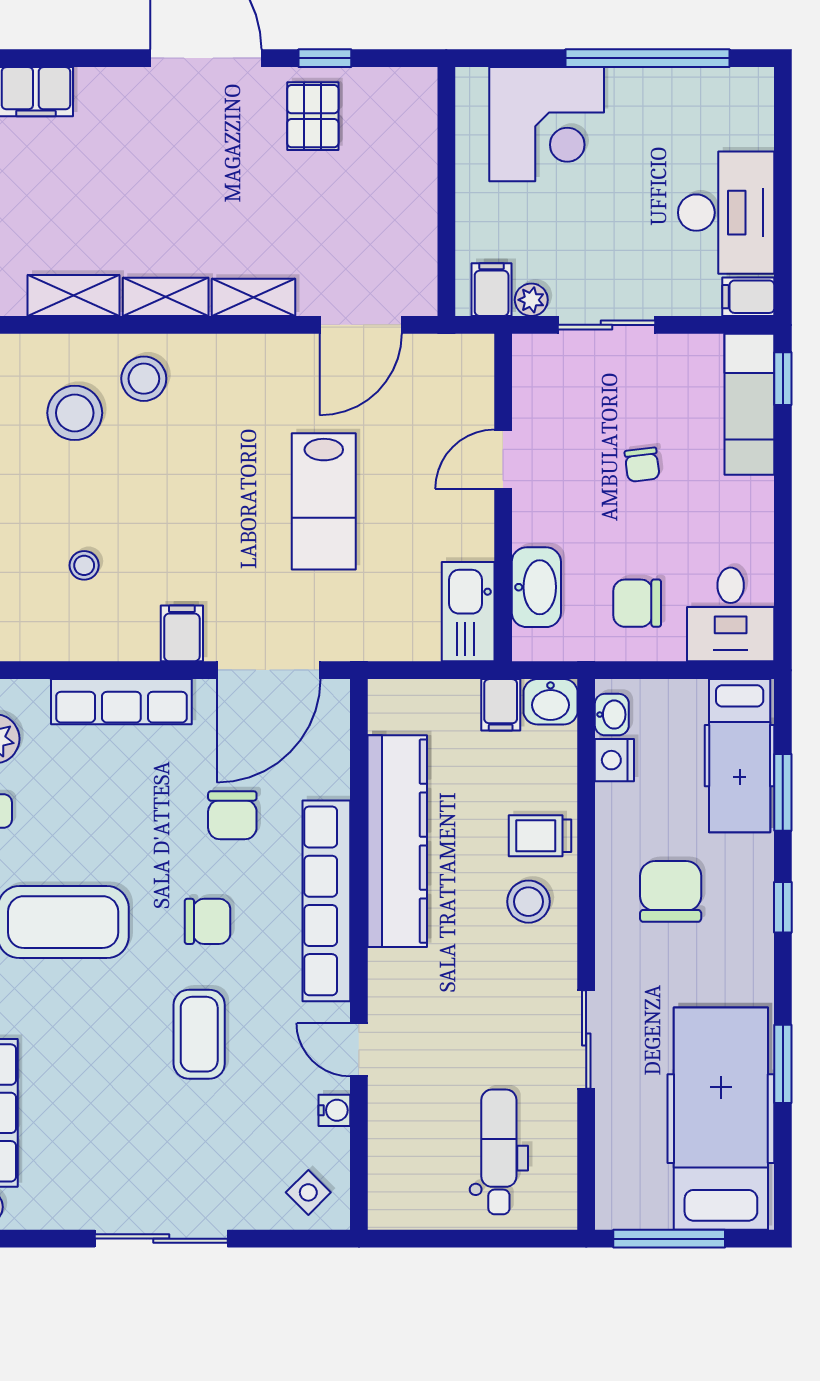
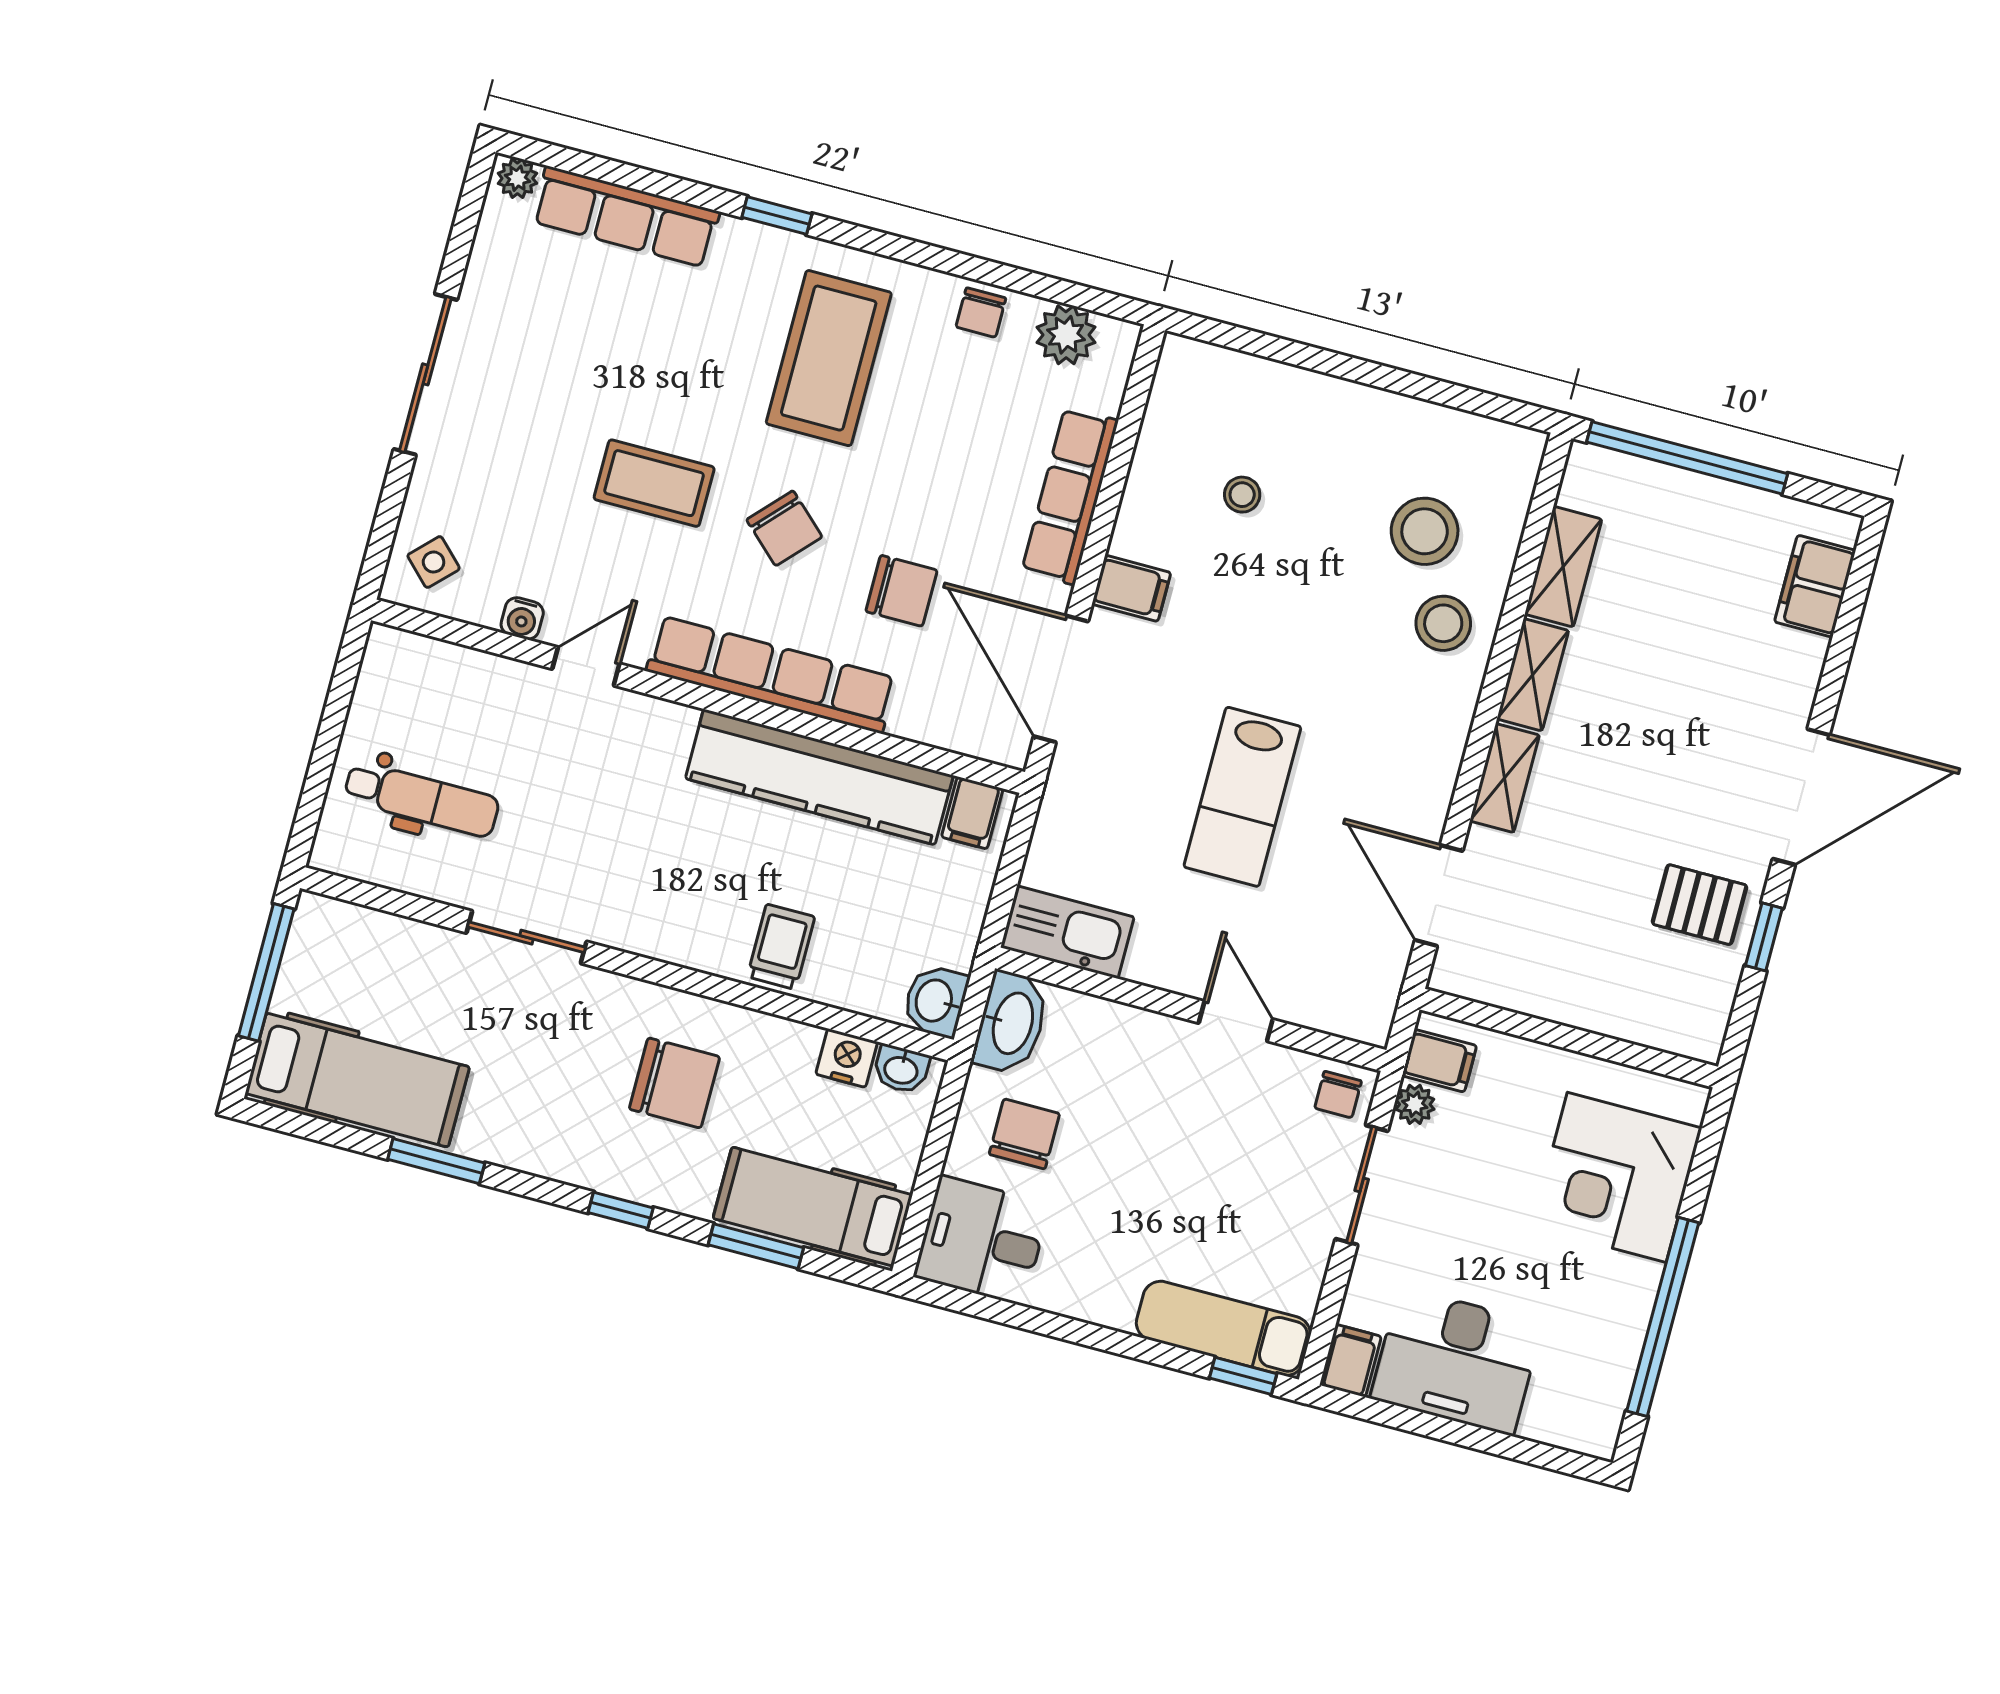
chair: (642, 465) -> (1338, 1095), moved, turned -83
lab bench: (324, 501) -> (1242, 797), turned -90
washbasin: (536, 587) -> (1011, 1023), moved, turned -90
filing cabinet: (501, 705) -> (972, 813), moved, turned -90
chair: (232, 815) -> (901, 591), turned 180
stool: (528, 902) -> (707, 912), removed
chair: (208, 921) -> (784, 528), turned -47
hospital bed: (721, 1119) -> (357, 1080), width x0.73, depth x0.78

